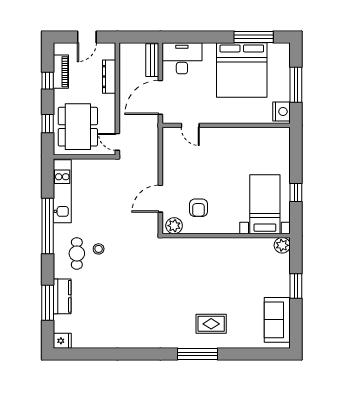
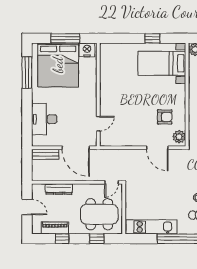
desk: (182, 58) -> (44, 119), moved
bed: (242, 70) -> (58, 65), moved, turned 90

